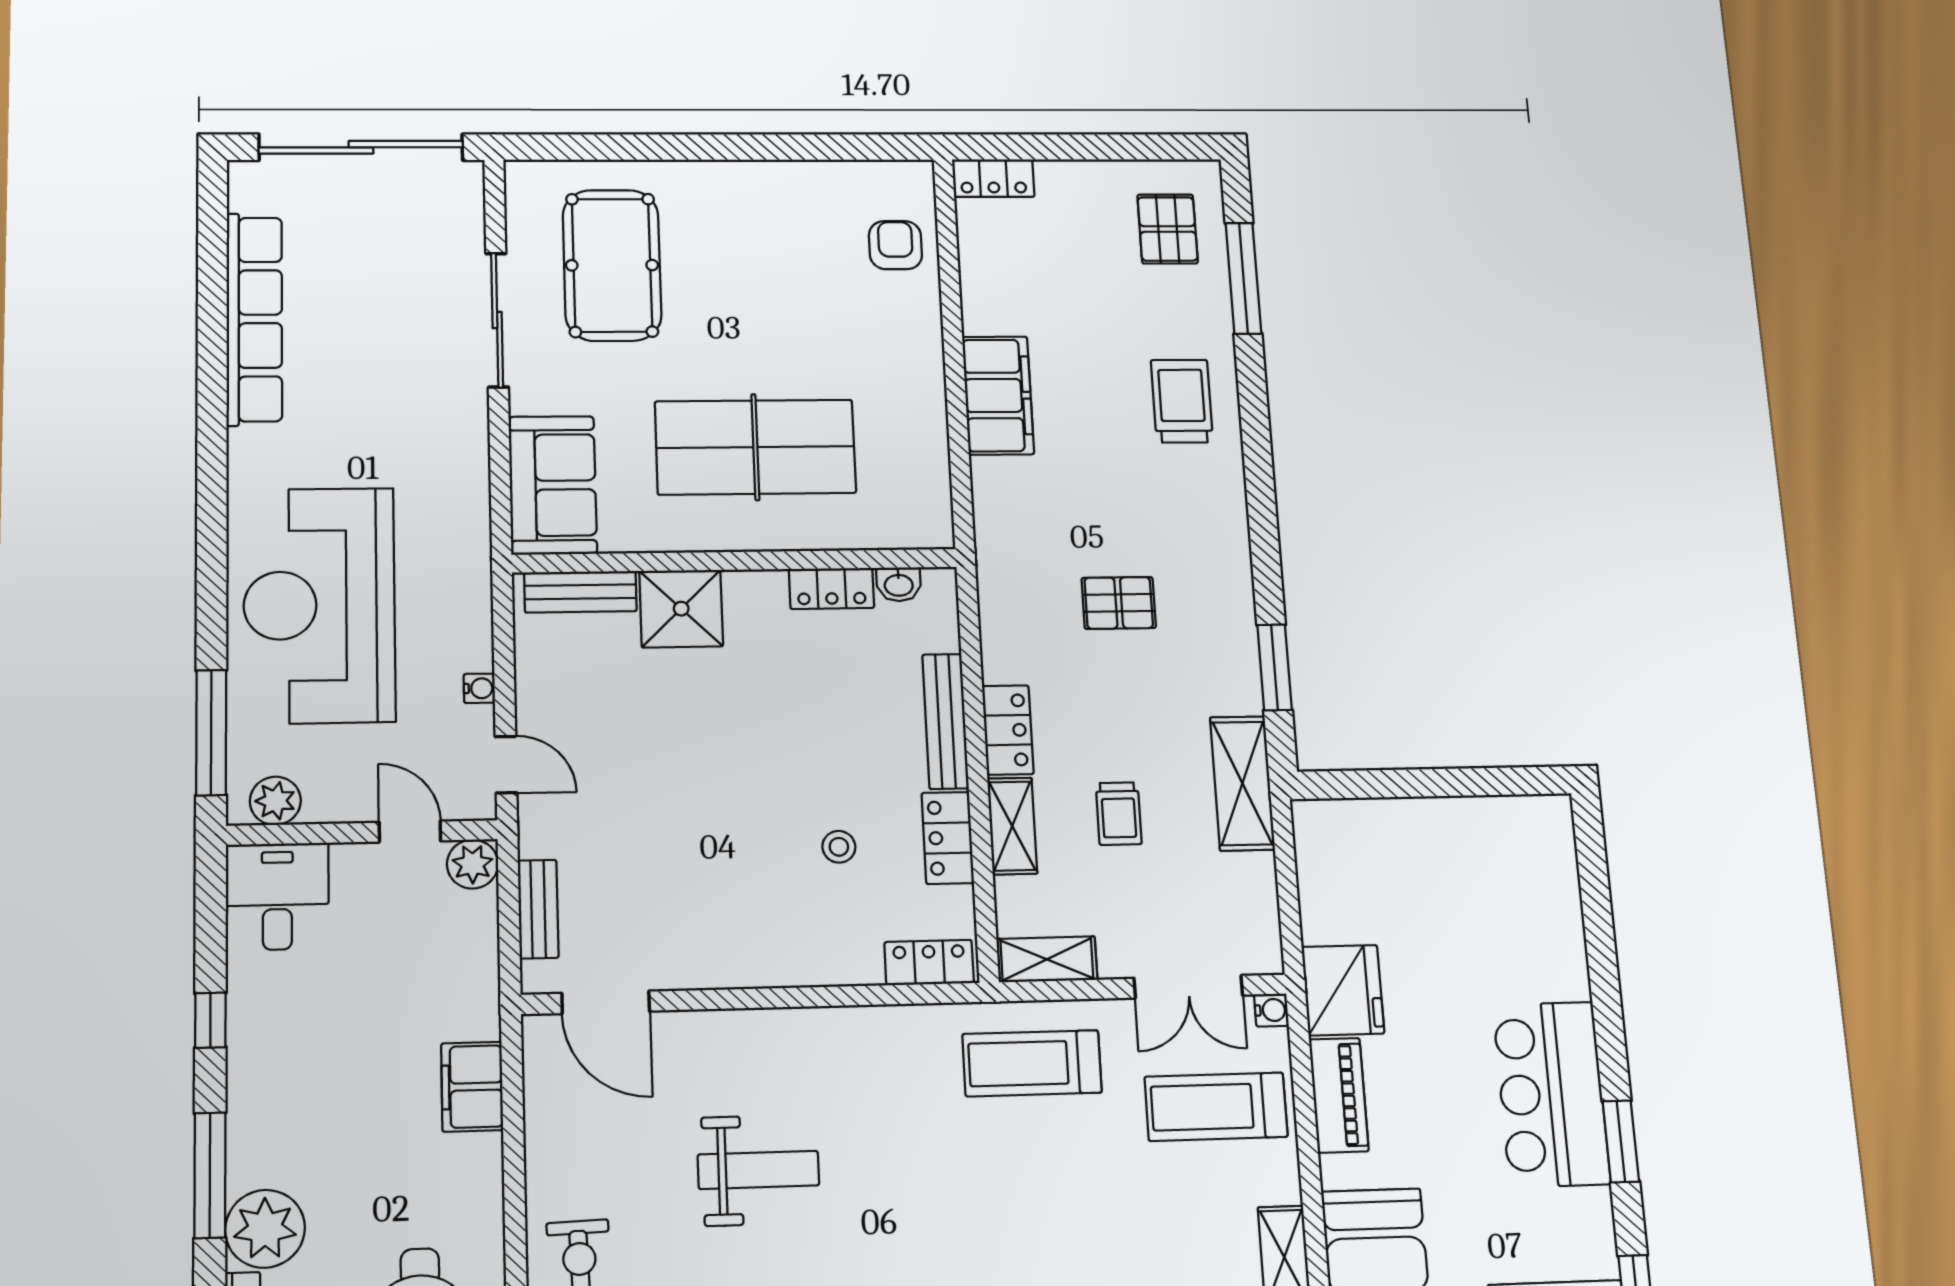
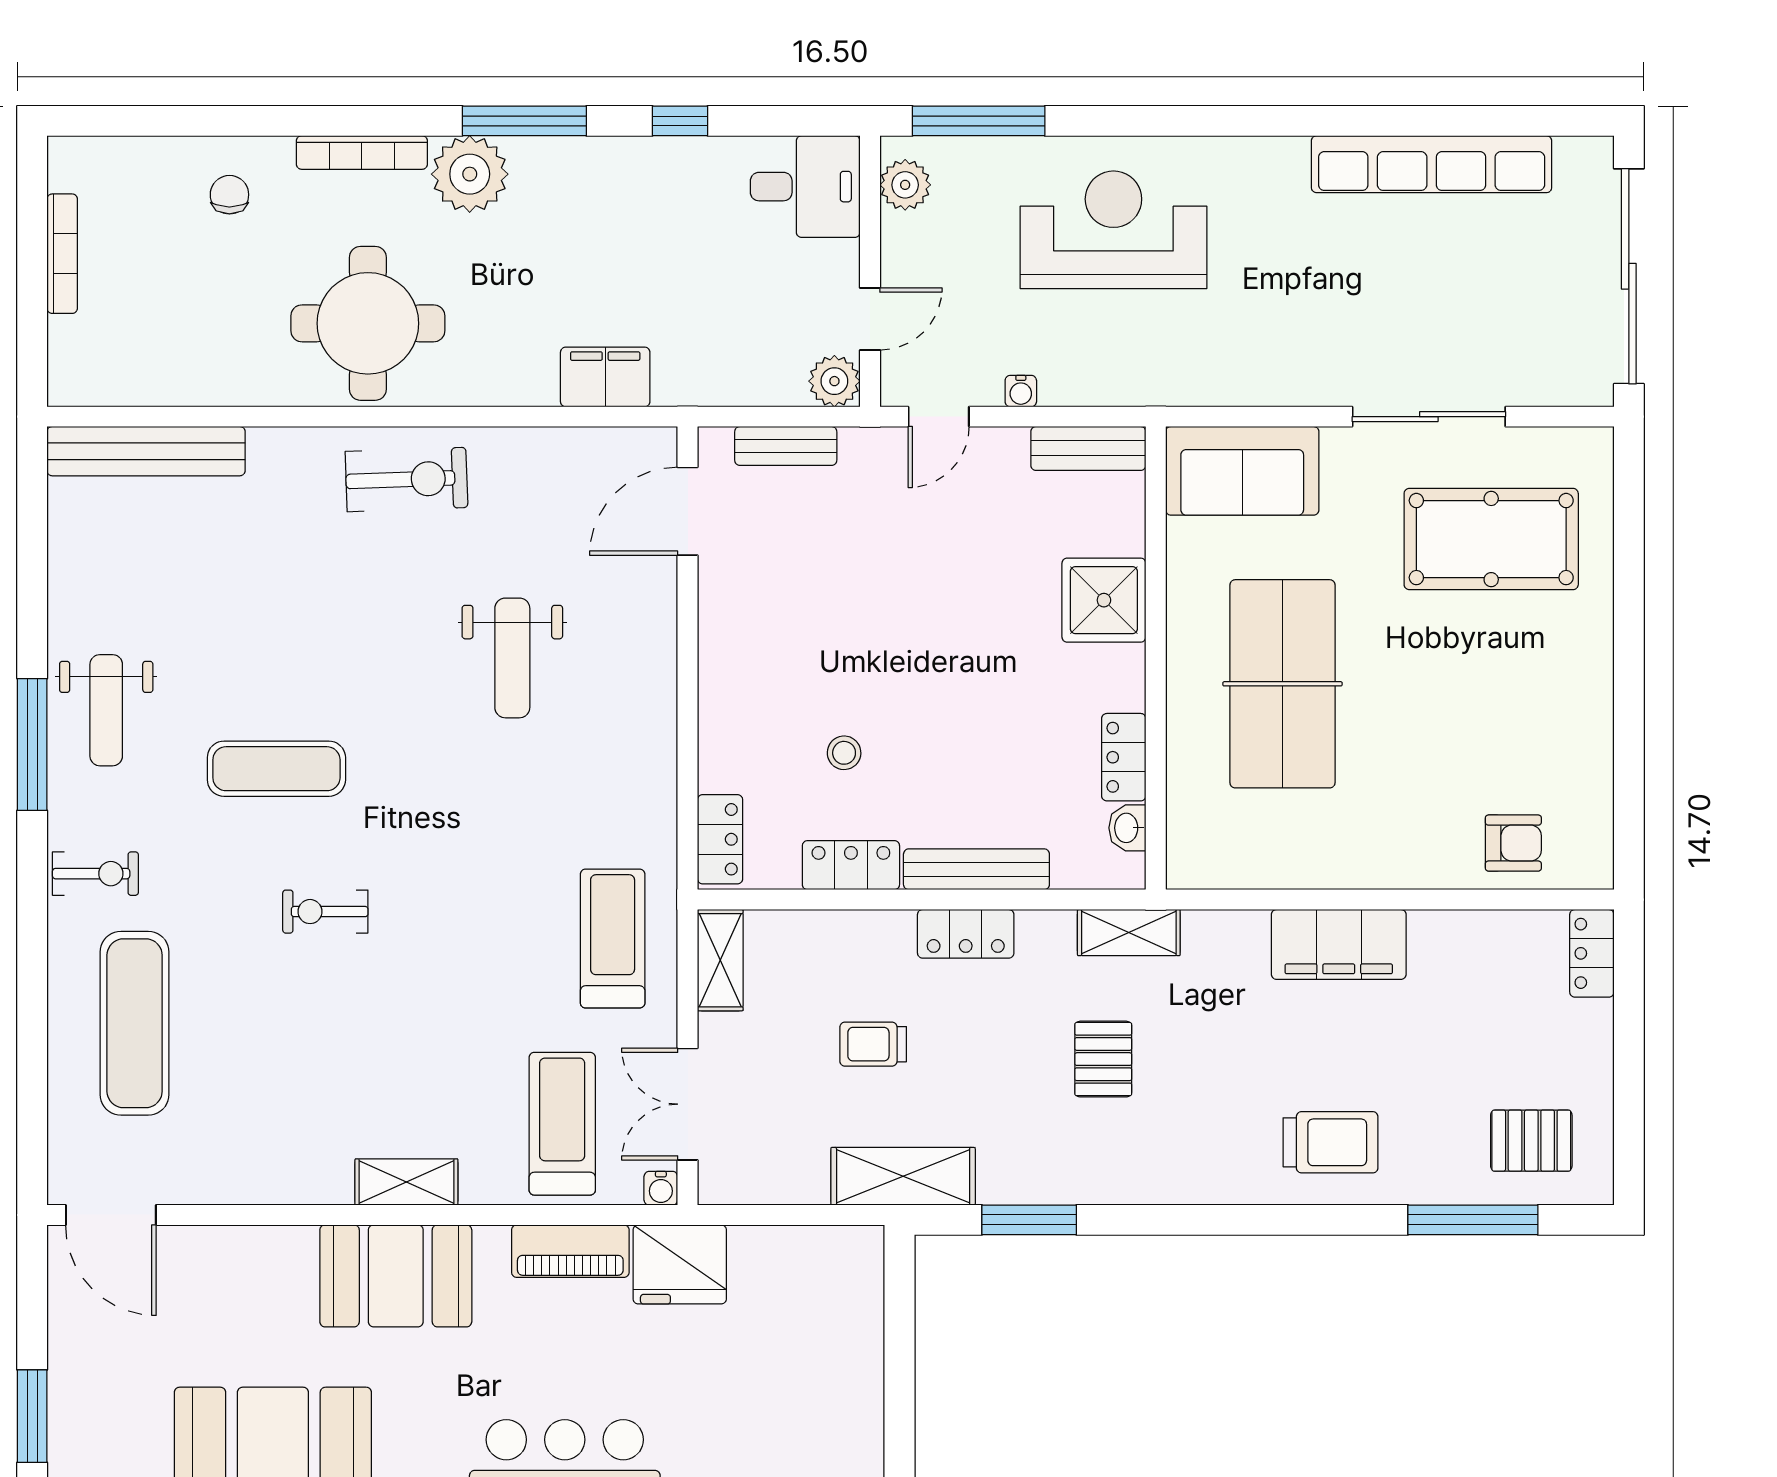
bench: (580, 592) -> (1088, 448), moved, turned 90
reception desk: (319, 605) -> (1113, 230), width x0.74, depth x0.77
shelving: (1012, 826) -> (1129, 933), moved

